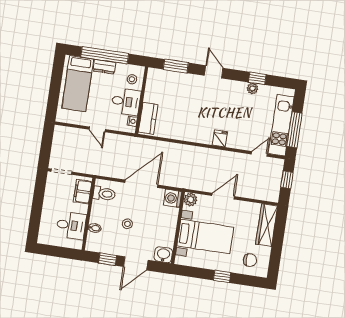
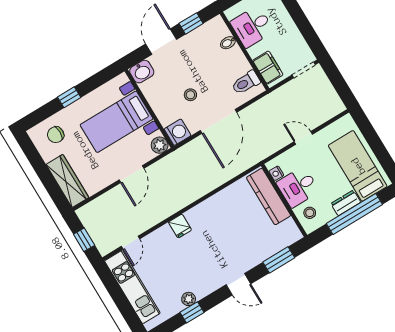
kitchen counter: (148, 118) -> (269, 197), width x1.50
window: (294, 130) -> (116, 293), removed
stool: (127, 224) -> (190, 95), moved

